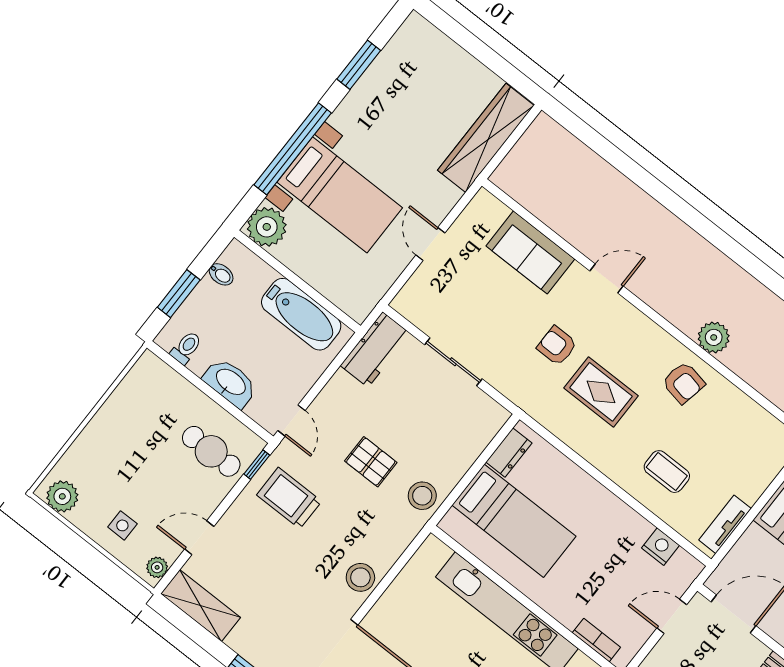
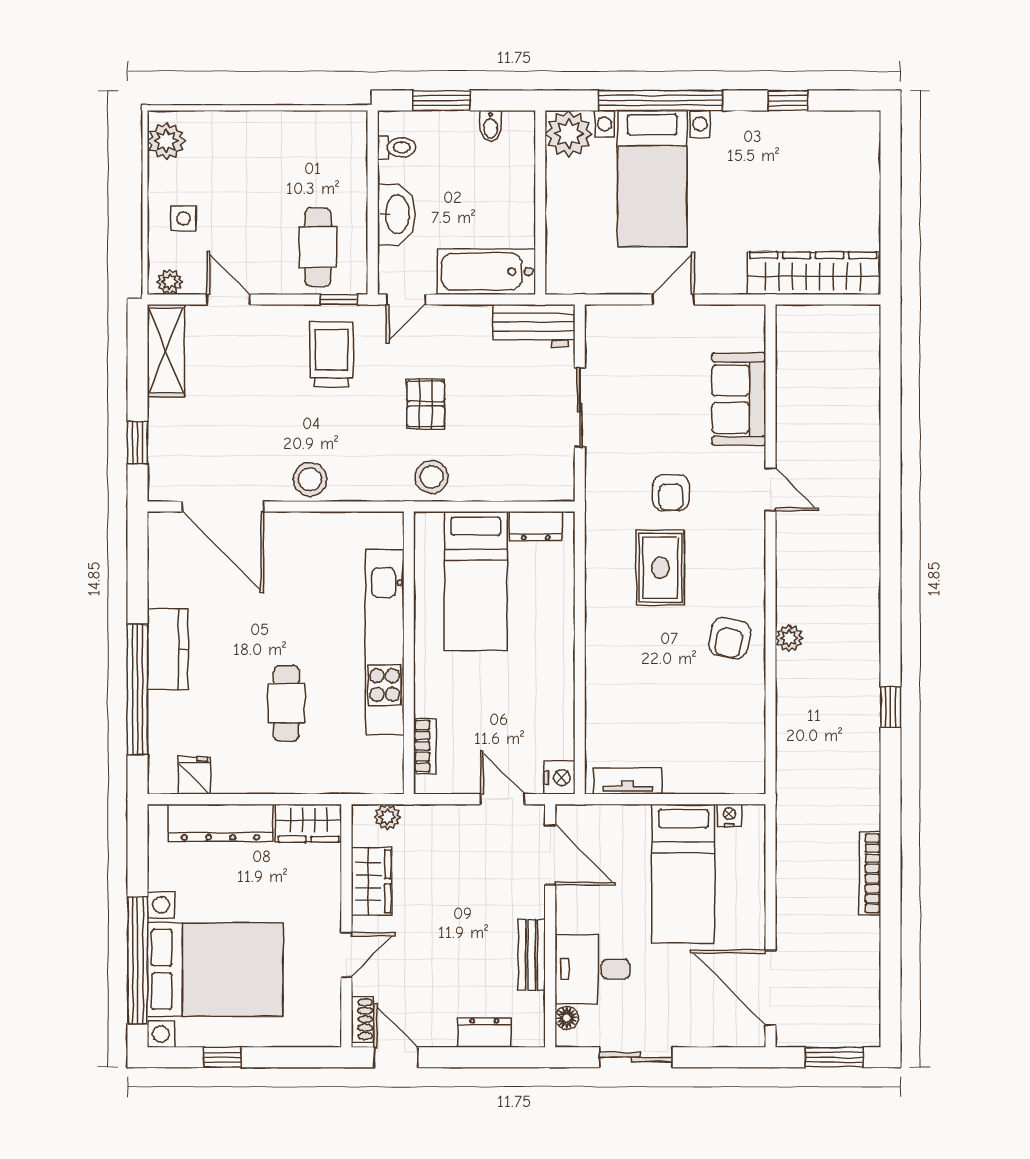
window: (359, 65) -> (788, 101), width x0.67
bathtub: (301, 314) -> (487, 271), moved, turned 90
plant: (714, 337) -> (789, 638), width x0.73, depth x0.73
armchair: (557, 346) -> (671, 493), turned 180
coffee table: (667, 472) -> (634, 688), removed
nightstand: (660, 547) -> (559, 777), moved

